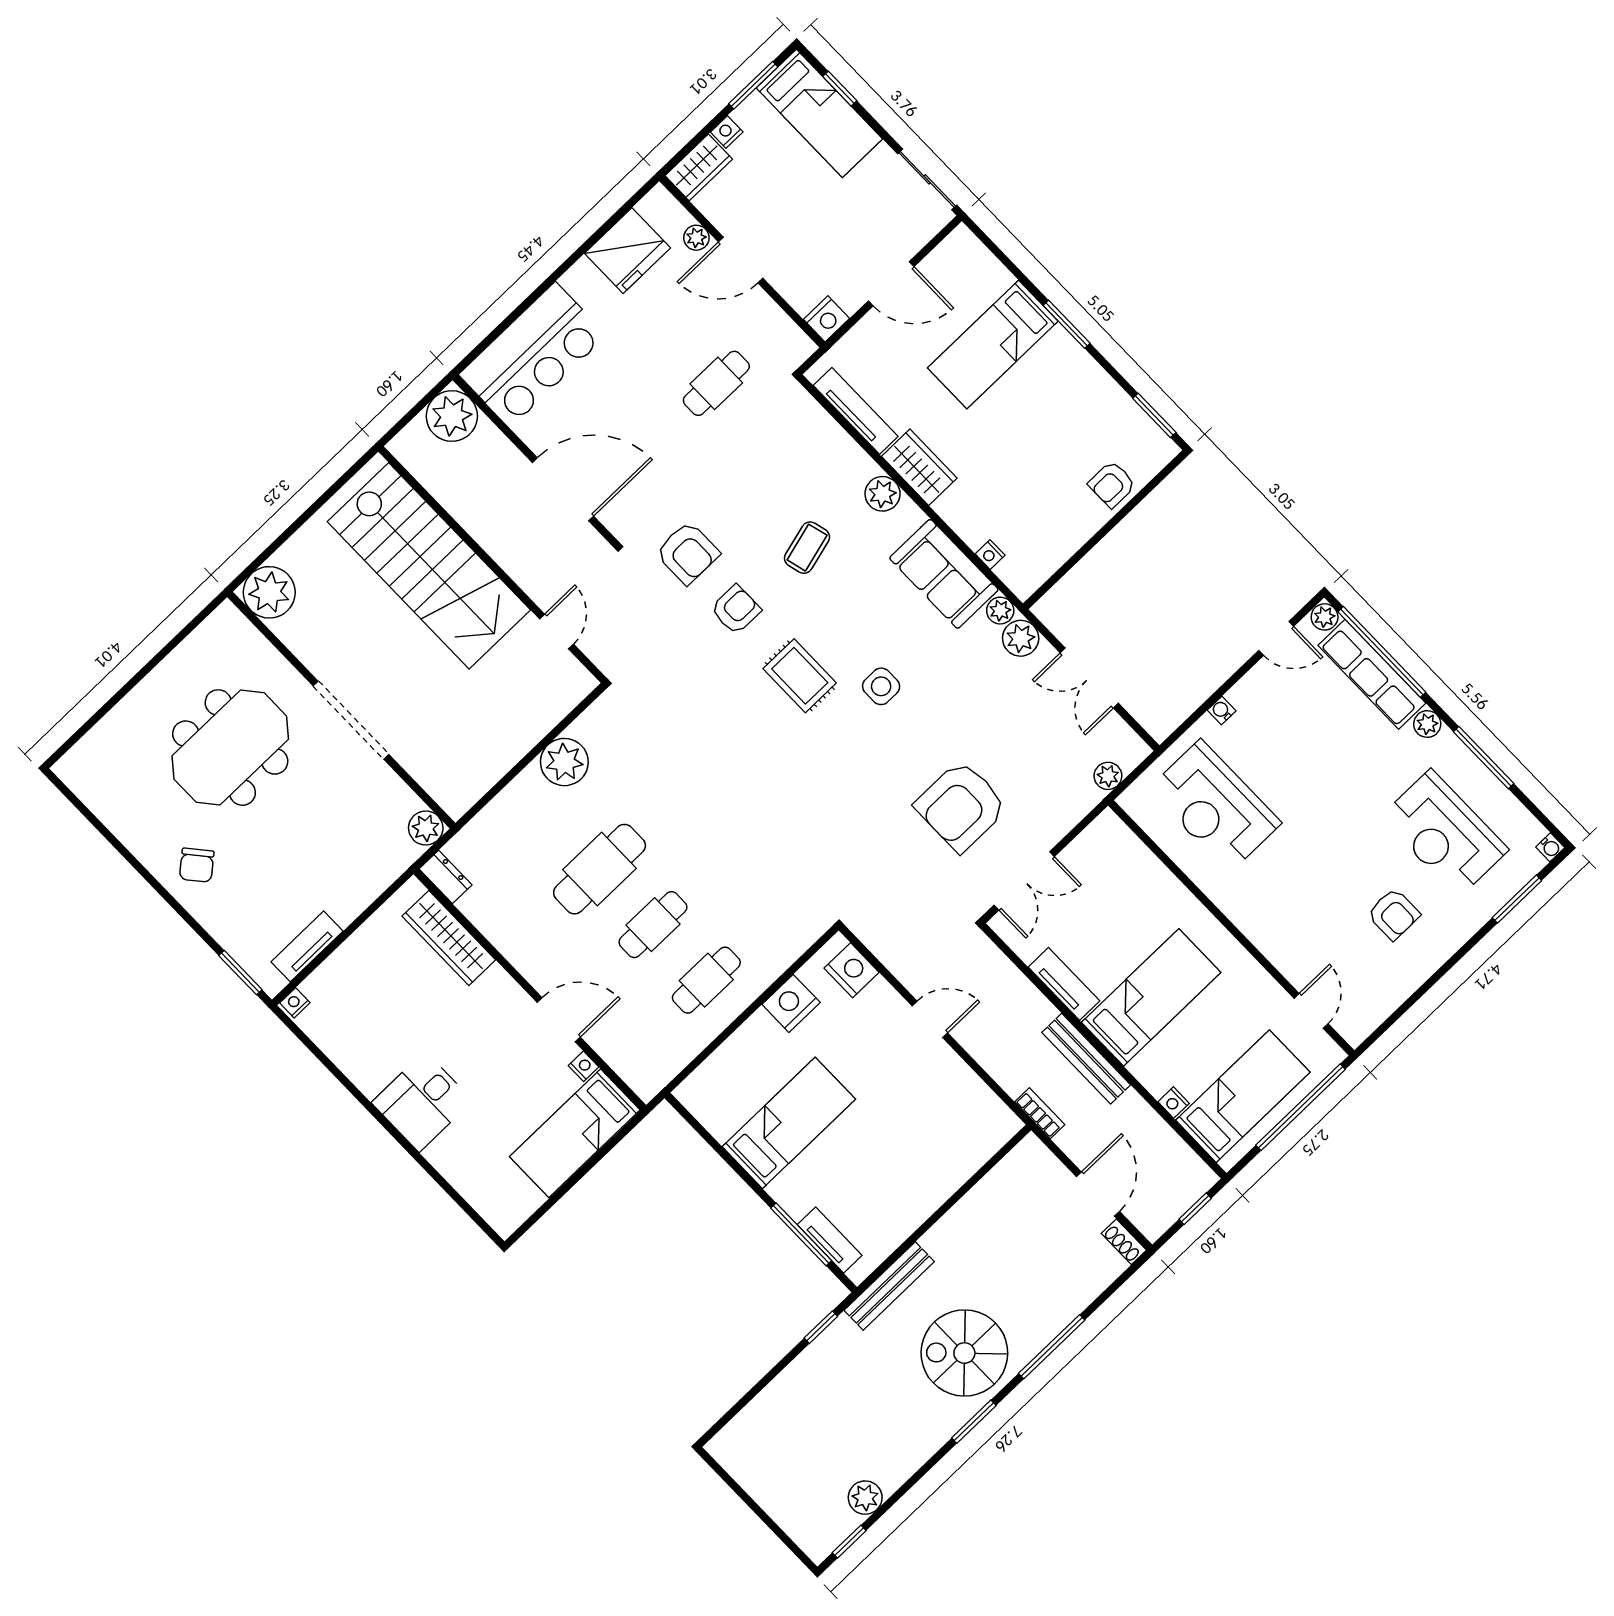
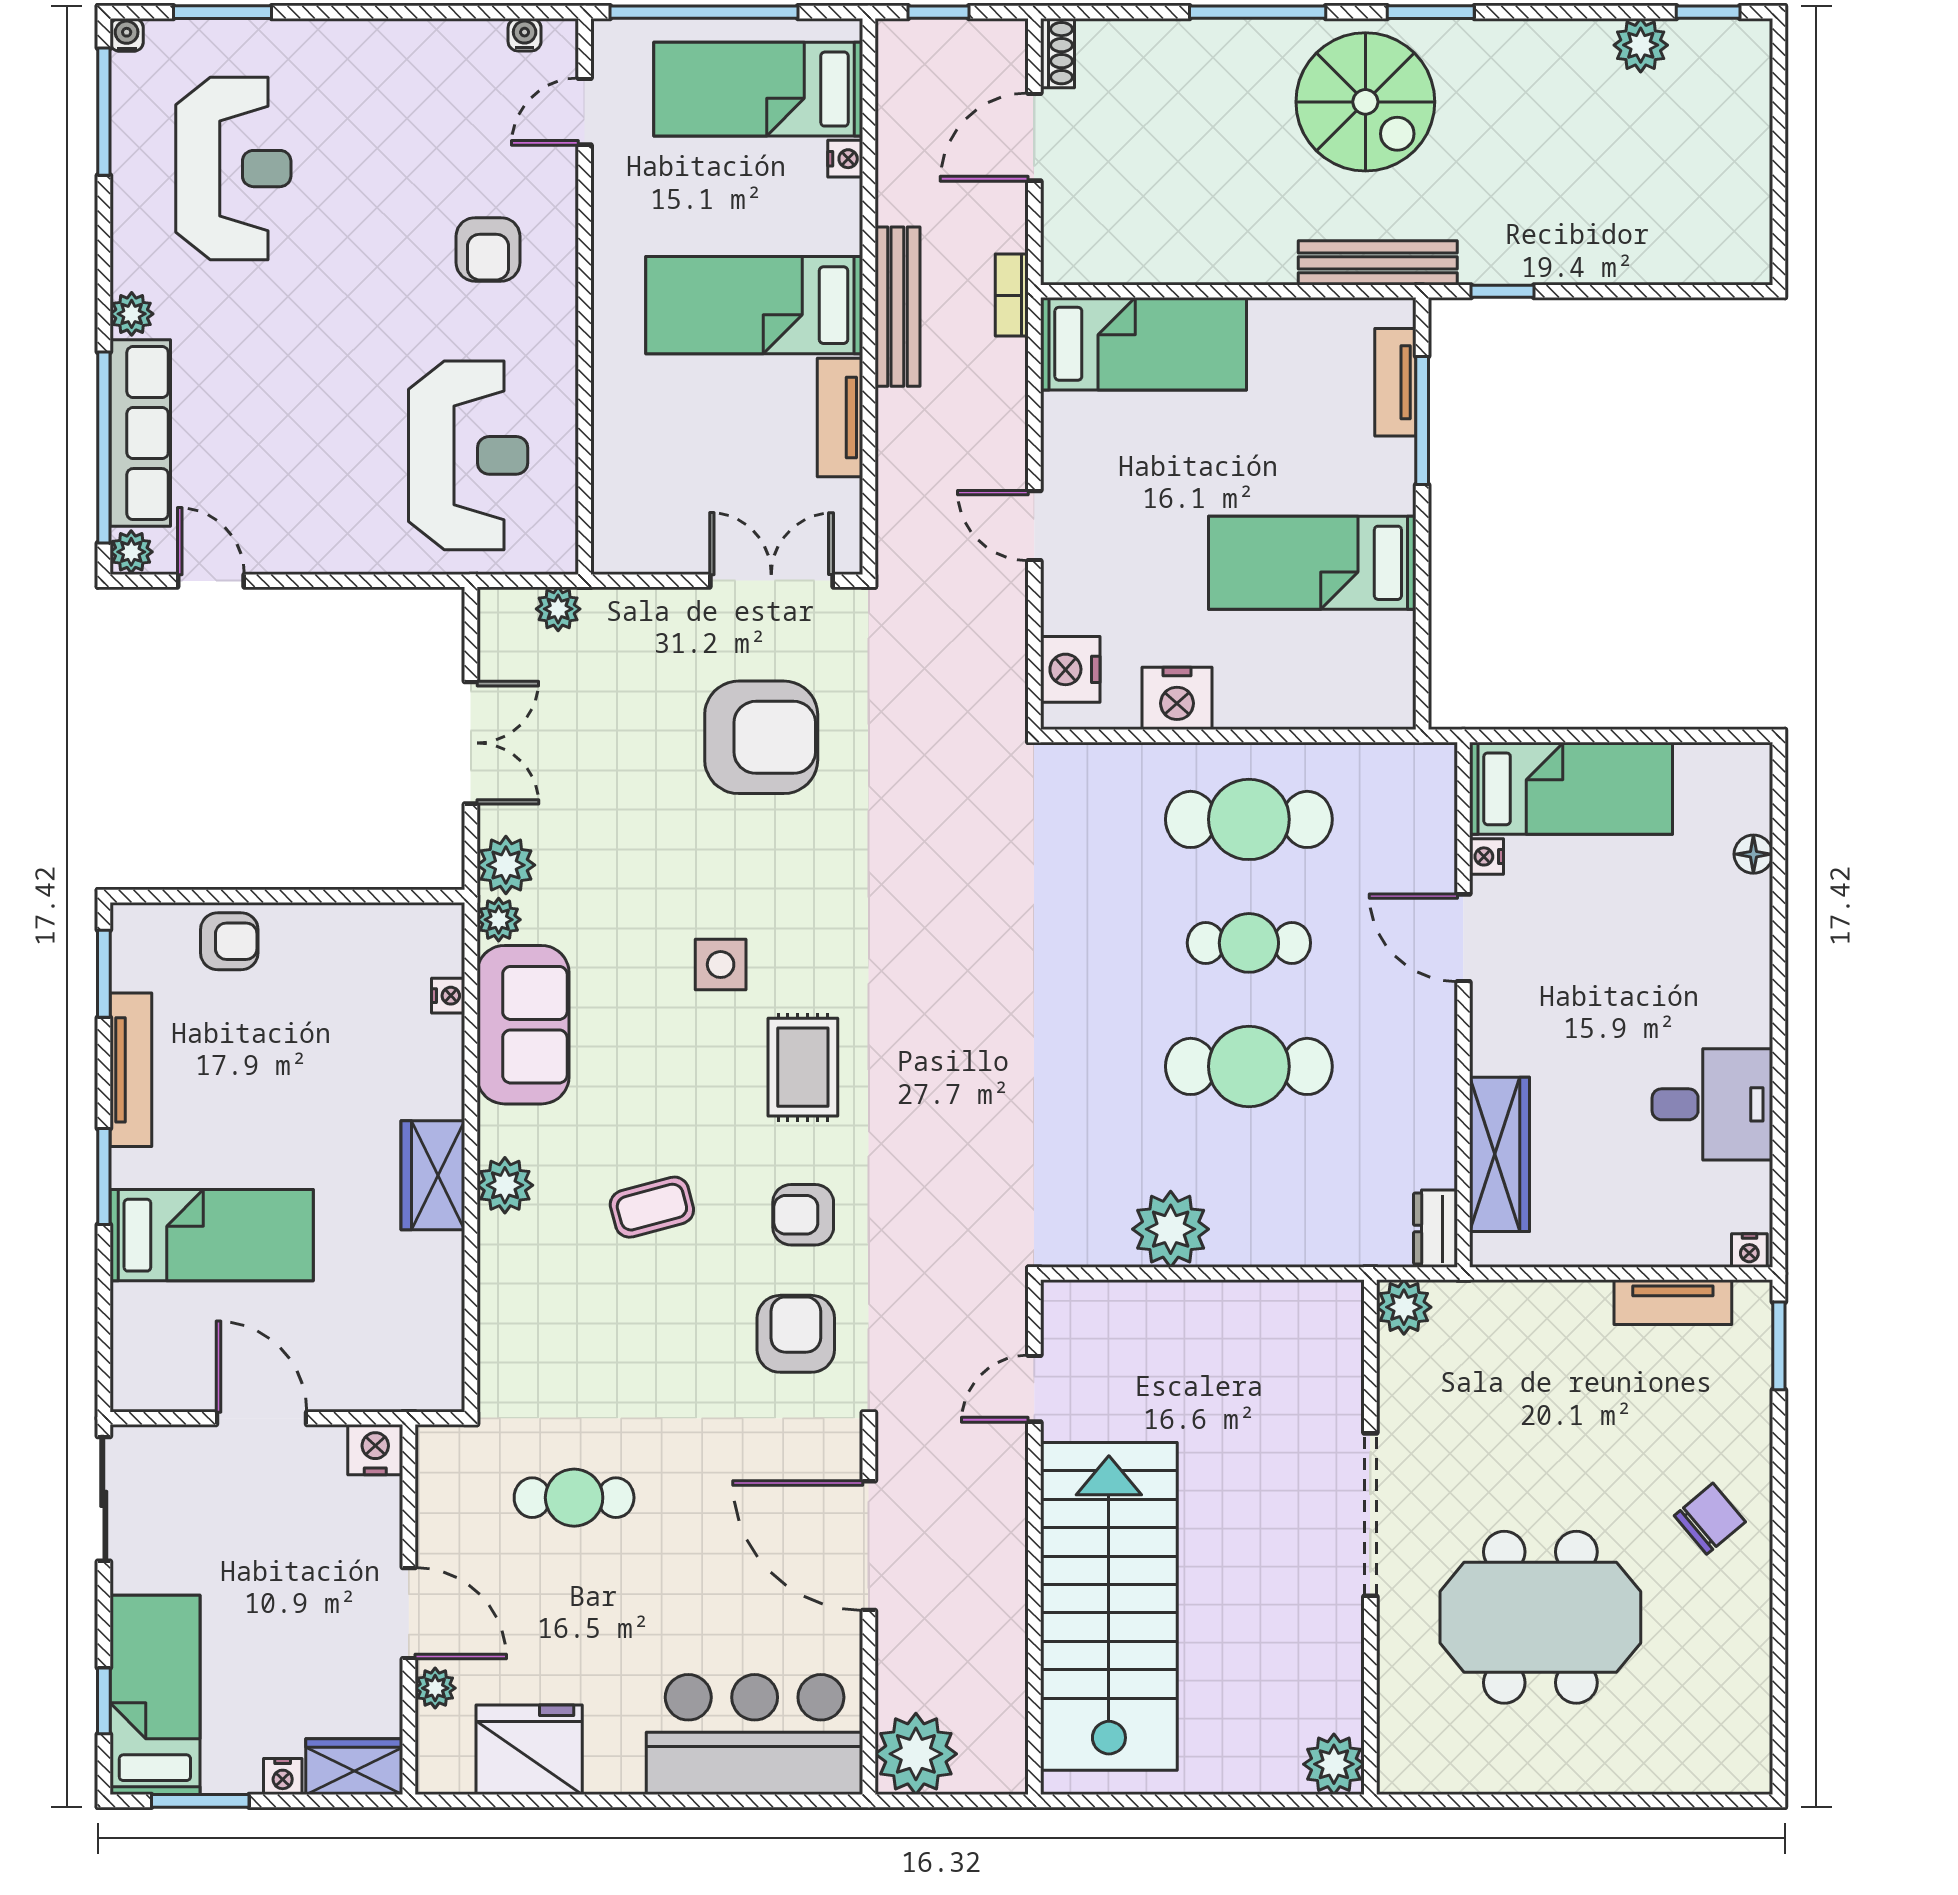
tv unit: (856, 411) -> (131, 1070), moved, turned 180
plant: (269, 592) -> (1334, 1764), width x0.73, depth x0.73
water cooler: (1222, 710) -> (525, 35), moved, turned 180
window: (1484, 758) -> (104, 112), moved
armchair: (1394, 914) -> (488, 249), moved, turned 180
cafe table: (706, 980) -> (1249, 819), width x1.37, depth x1.35
desk: (422, 1102) -> (1712, 1104), moved
bed: (959, 1148) -> (1143, 344), added
floor lamp: (465, 1183) -> (1753, 854), added

